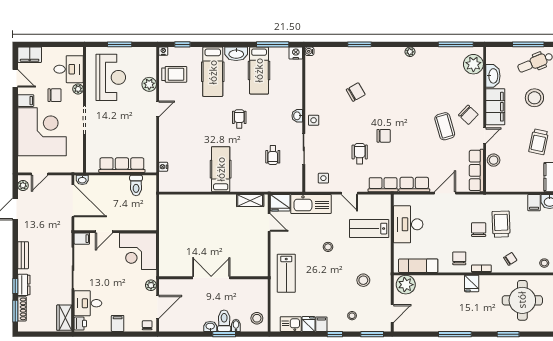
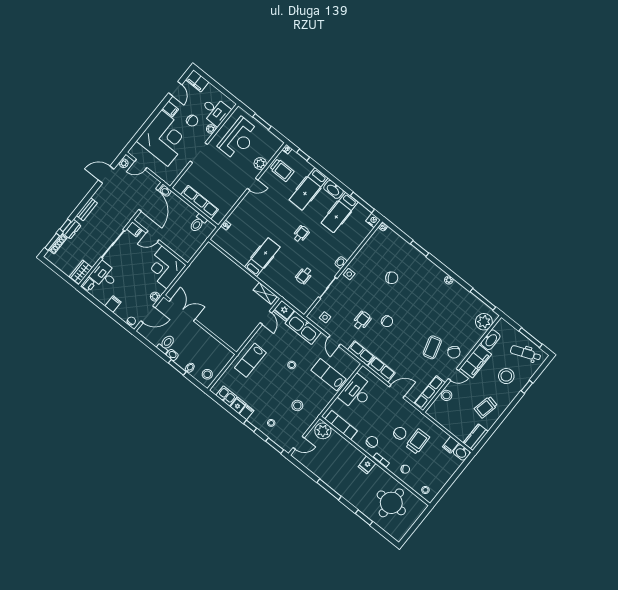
double door: (211, 278) -> (182, 310), moved
toilet: (224, 321) -> (166, 344), moved

